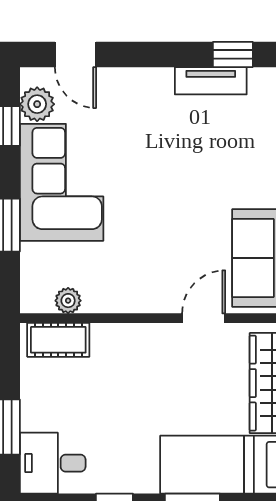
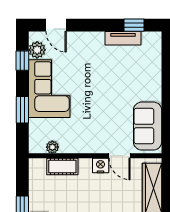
door: (204, 318) -> (120, 156), swing flipped
nightstand: (165, 338) -> (101, 166), added
cot: (58, 340) -> (62, 167), moved

